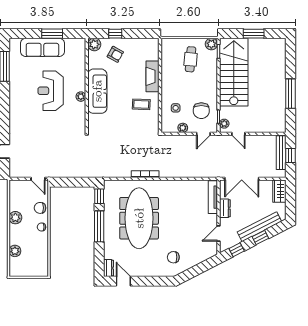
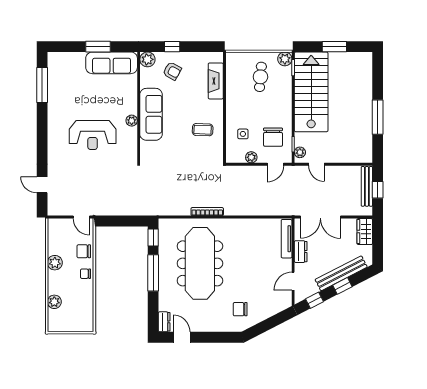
sofa: (42, 47) -> (112, 63), moved
fireplace: (152, 76) -> (216, 81), moved
reception desk: (51, 91) -> (93, 135), moved, turned -90

